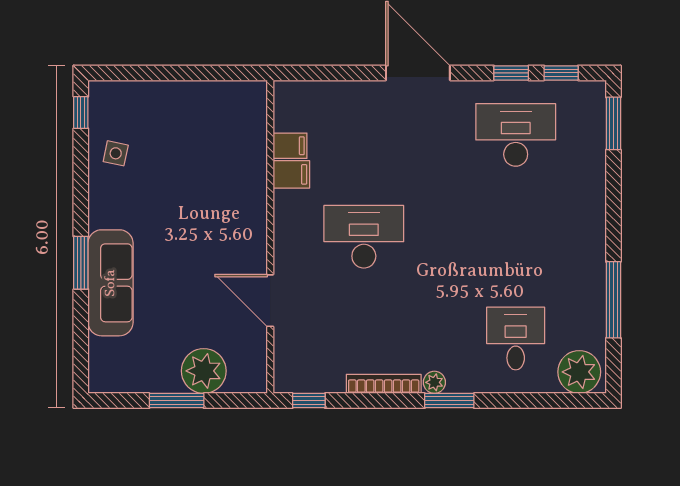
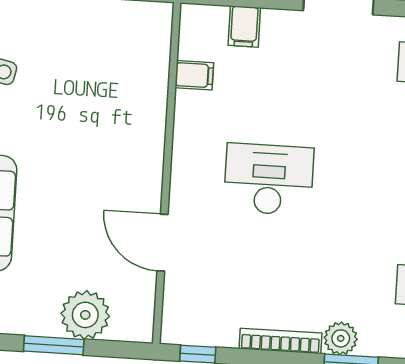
filing cabinet: (291, 174) -> (244, 26), moved, turned 90
plant: (434, 382) -> (341, 338), width x1.38, depth x1.38

